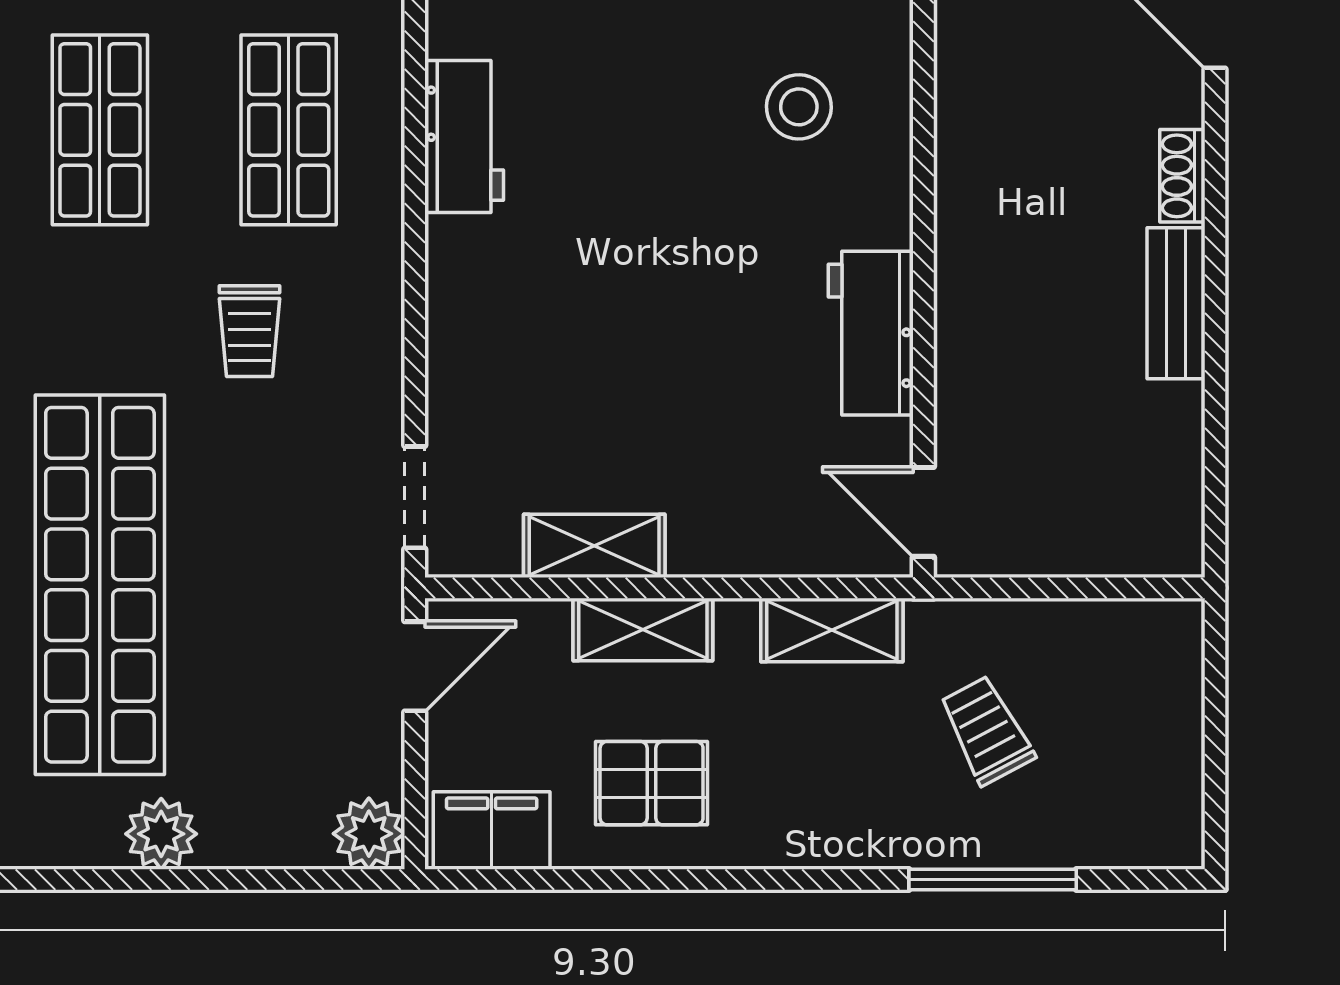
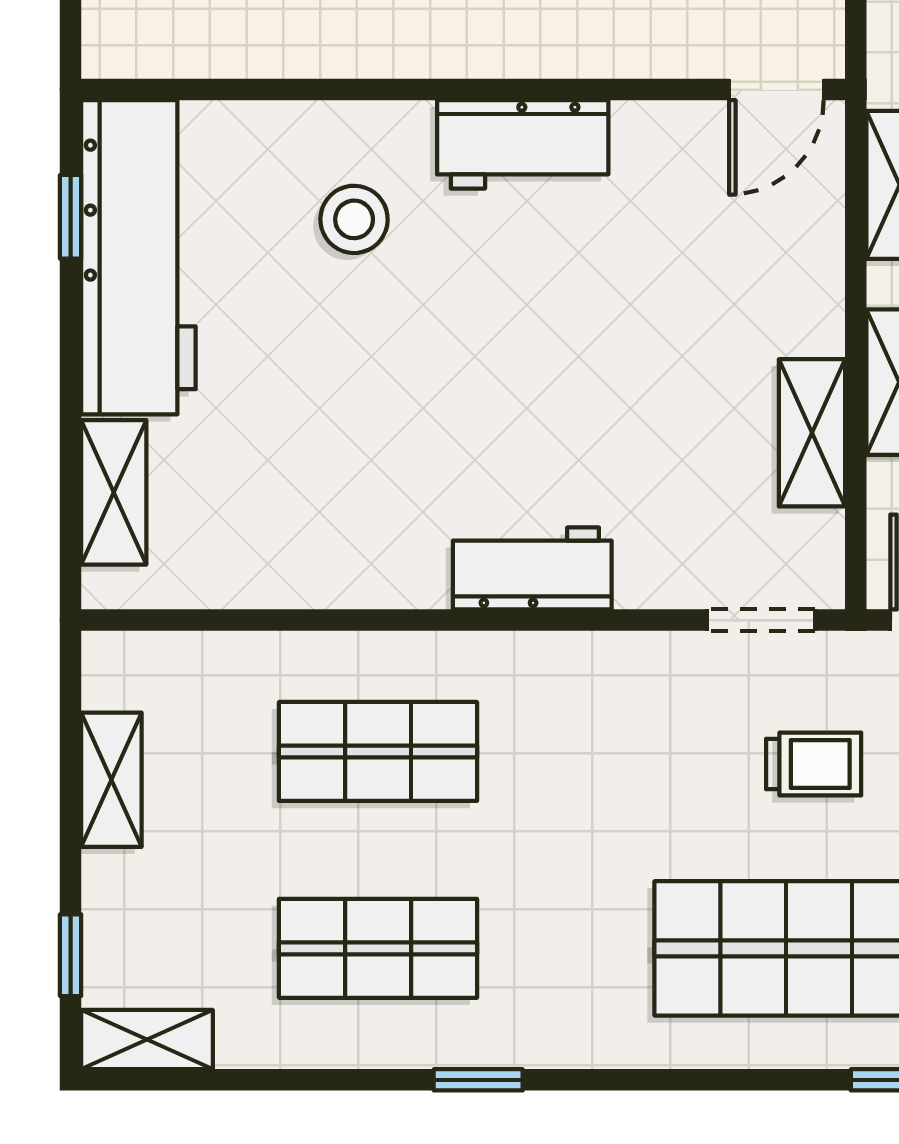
workbench: (464, 137) -> (532, 568), moved
trolley: (250, 331) -> (814, 764), moved
workbench: (871, 333) -> (523, 144), moved

